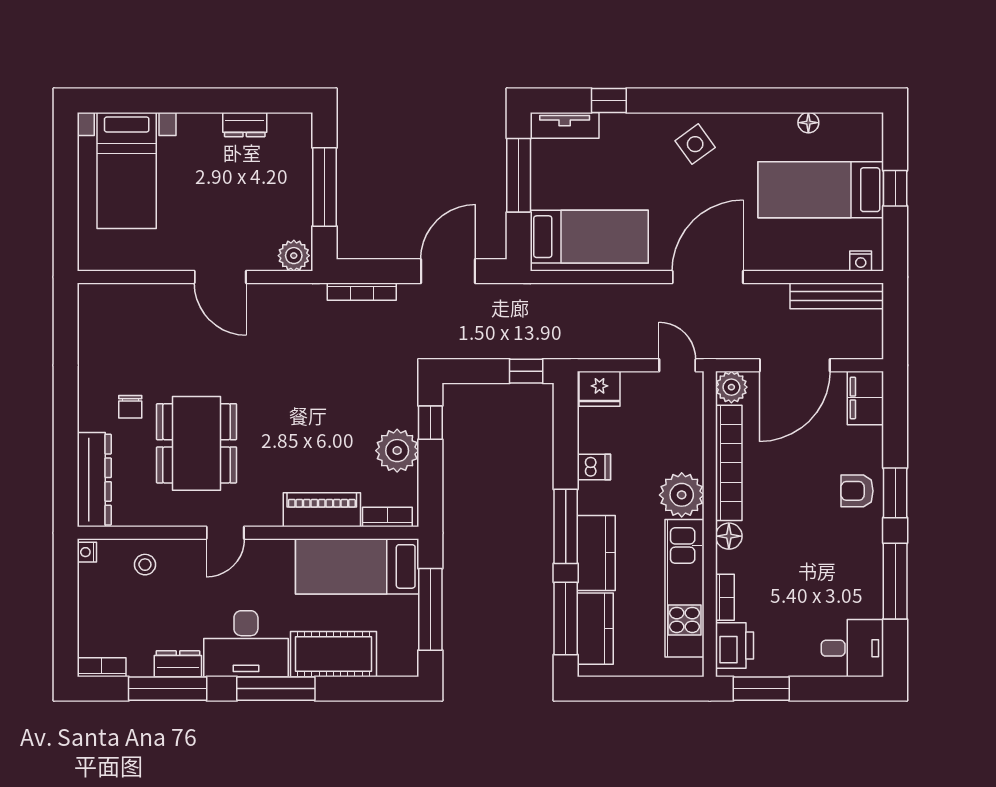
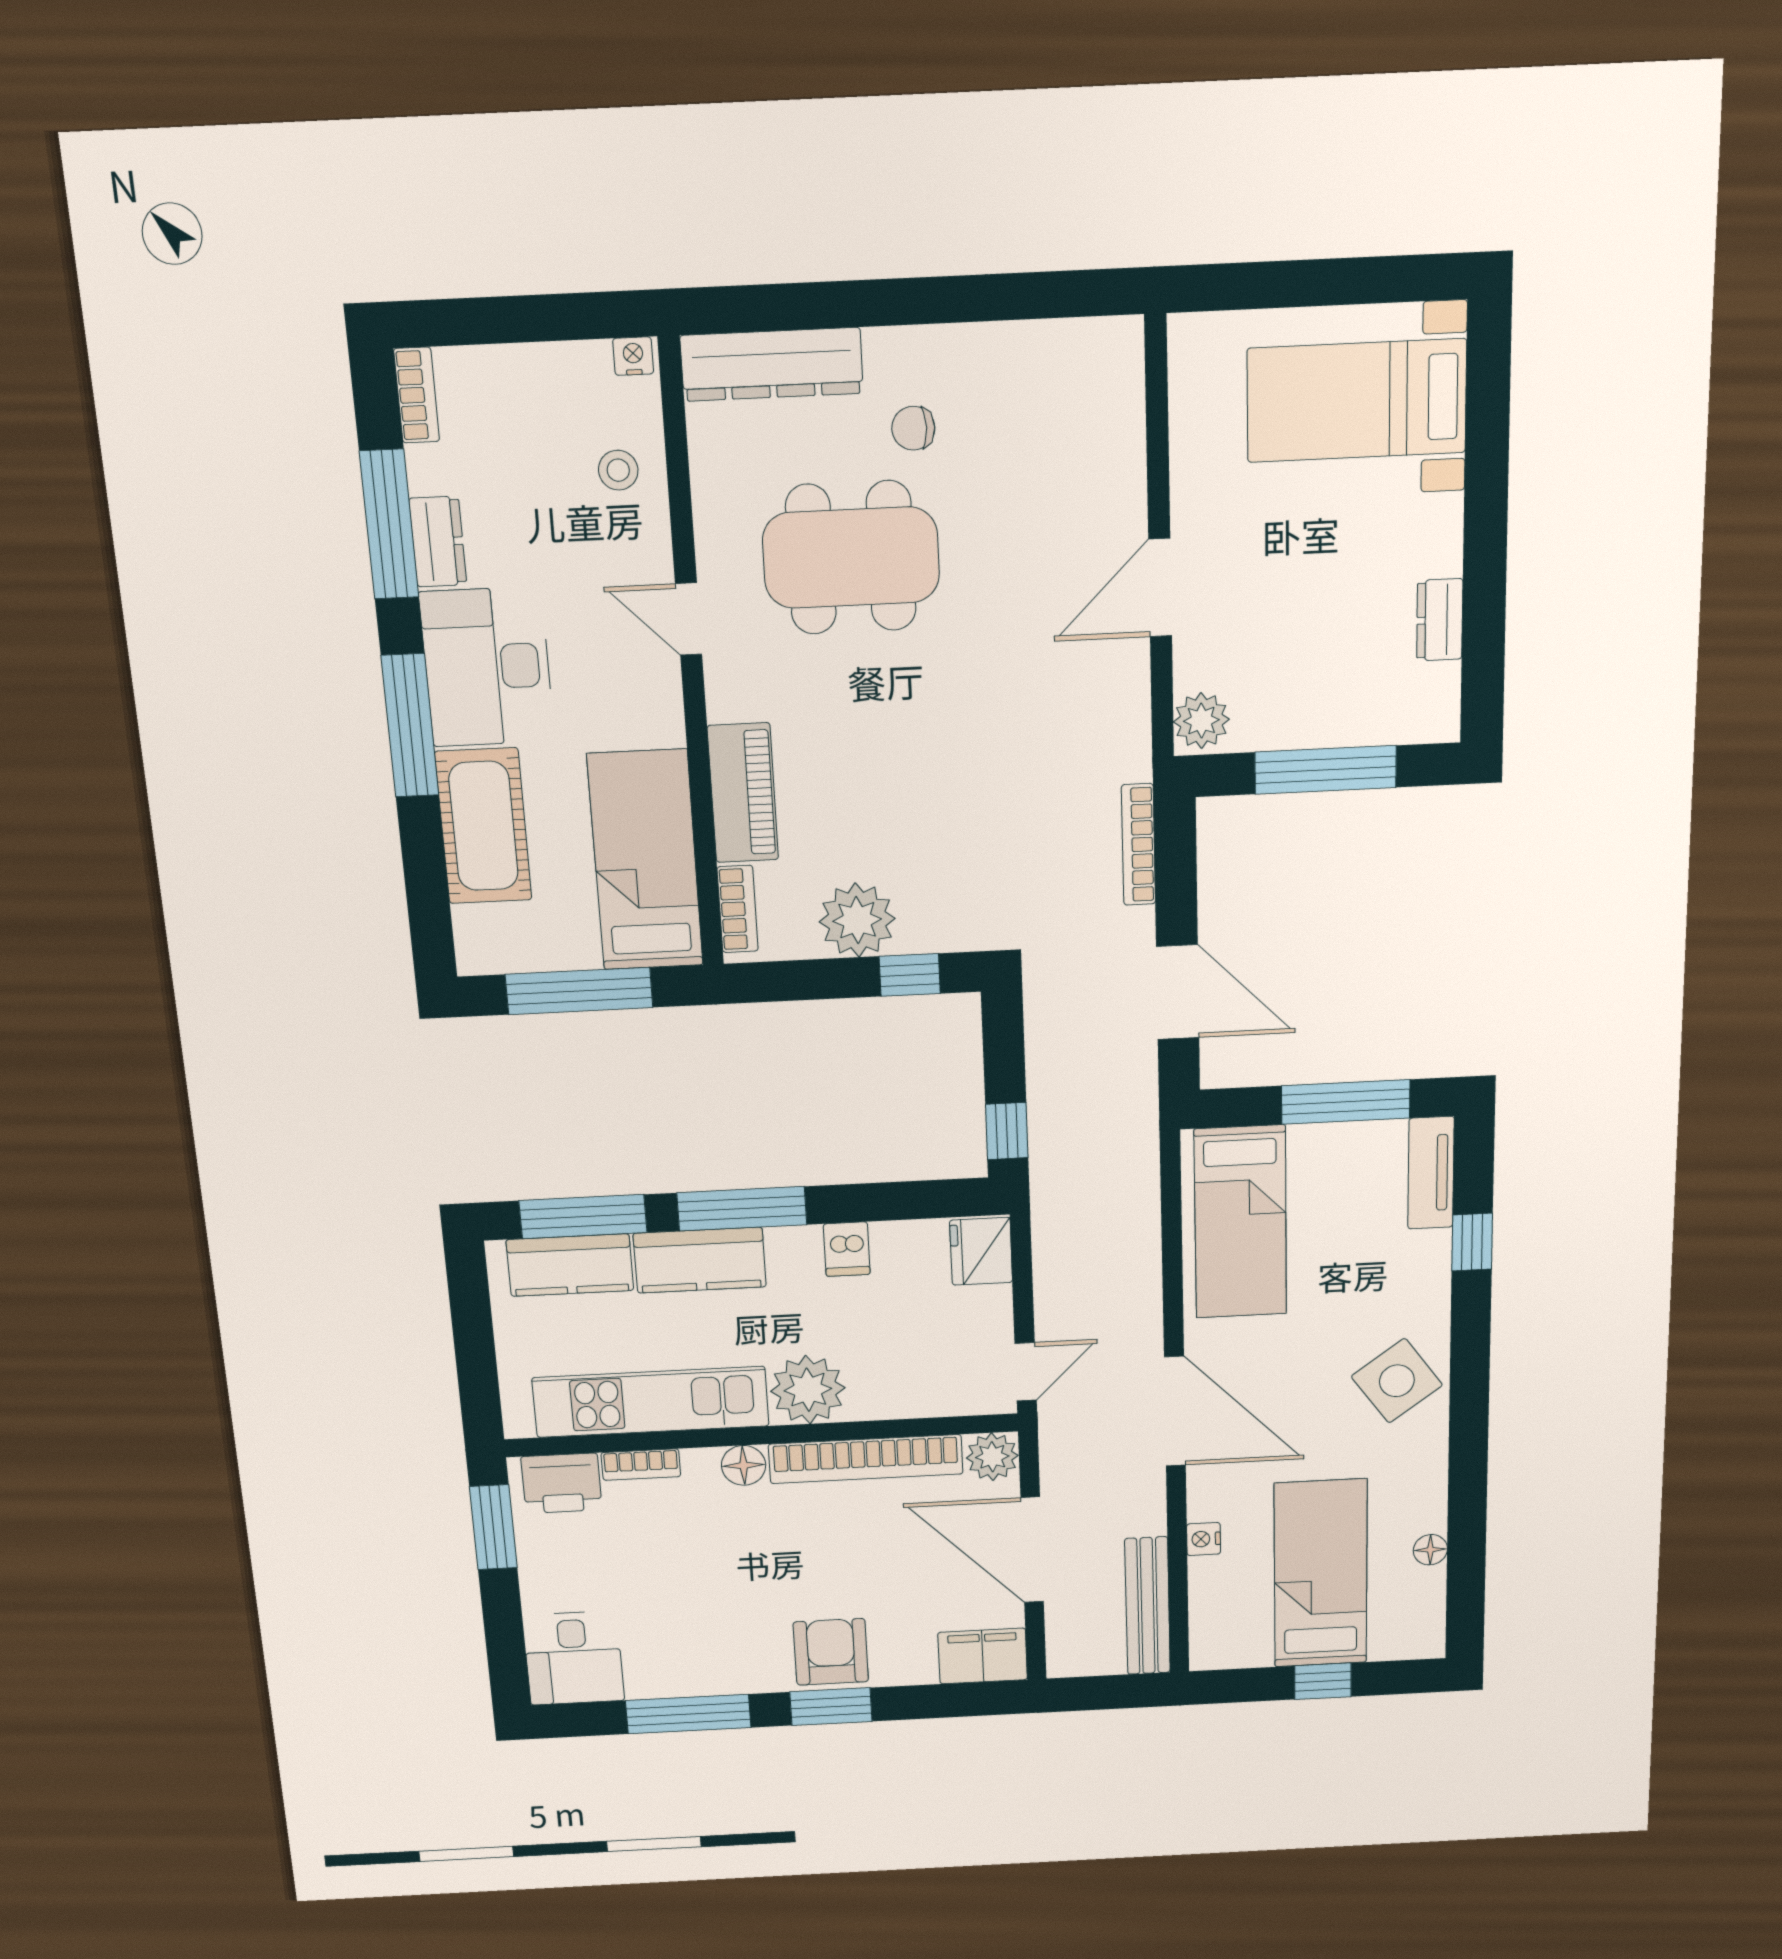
side table: (695, 144) -> (1397, 1381), width x1.37, depth x1.37
nightstand: (861, 261) -> (1204, 1539), moved
armchair: (857, 491) -> (831, 1652), width x1.38, depth x1.38

